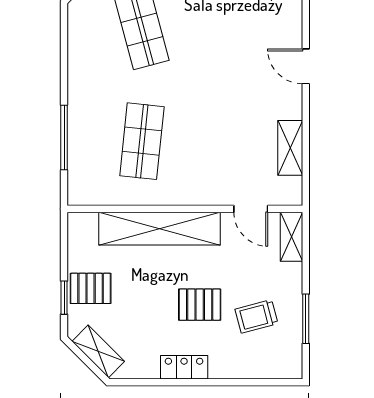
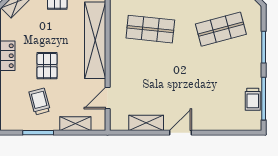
door: (306, 66) -> (181, 133), moved
shelving: (291, 237) -> (75, 124), moved

